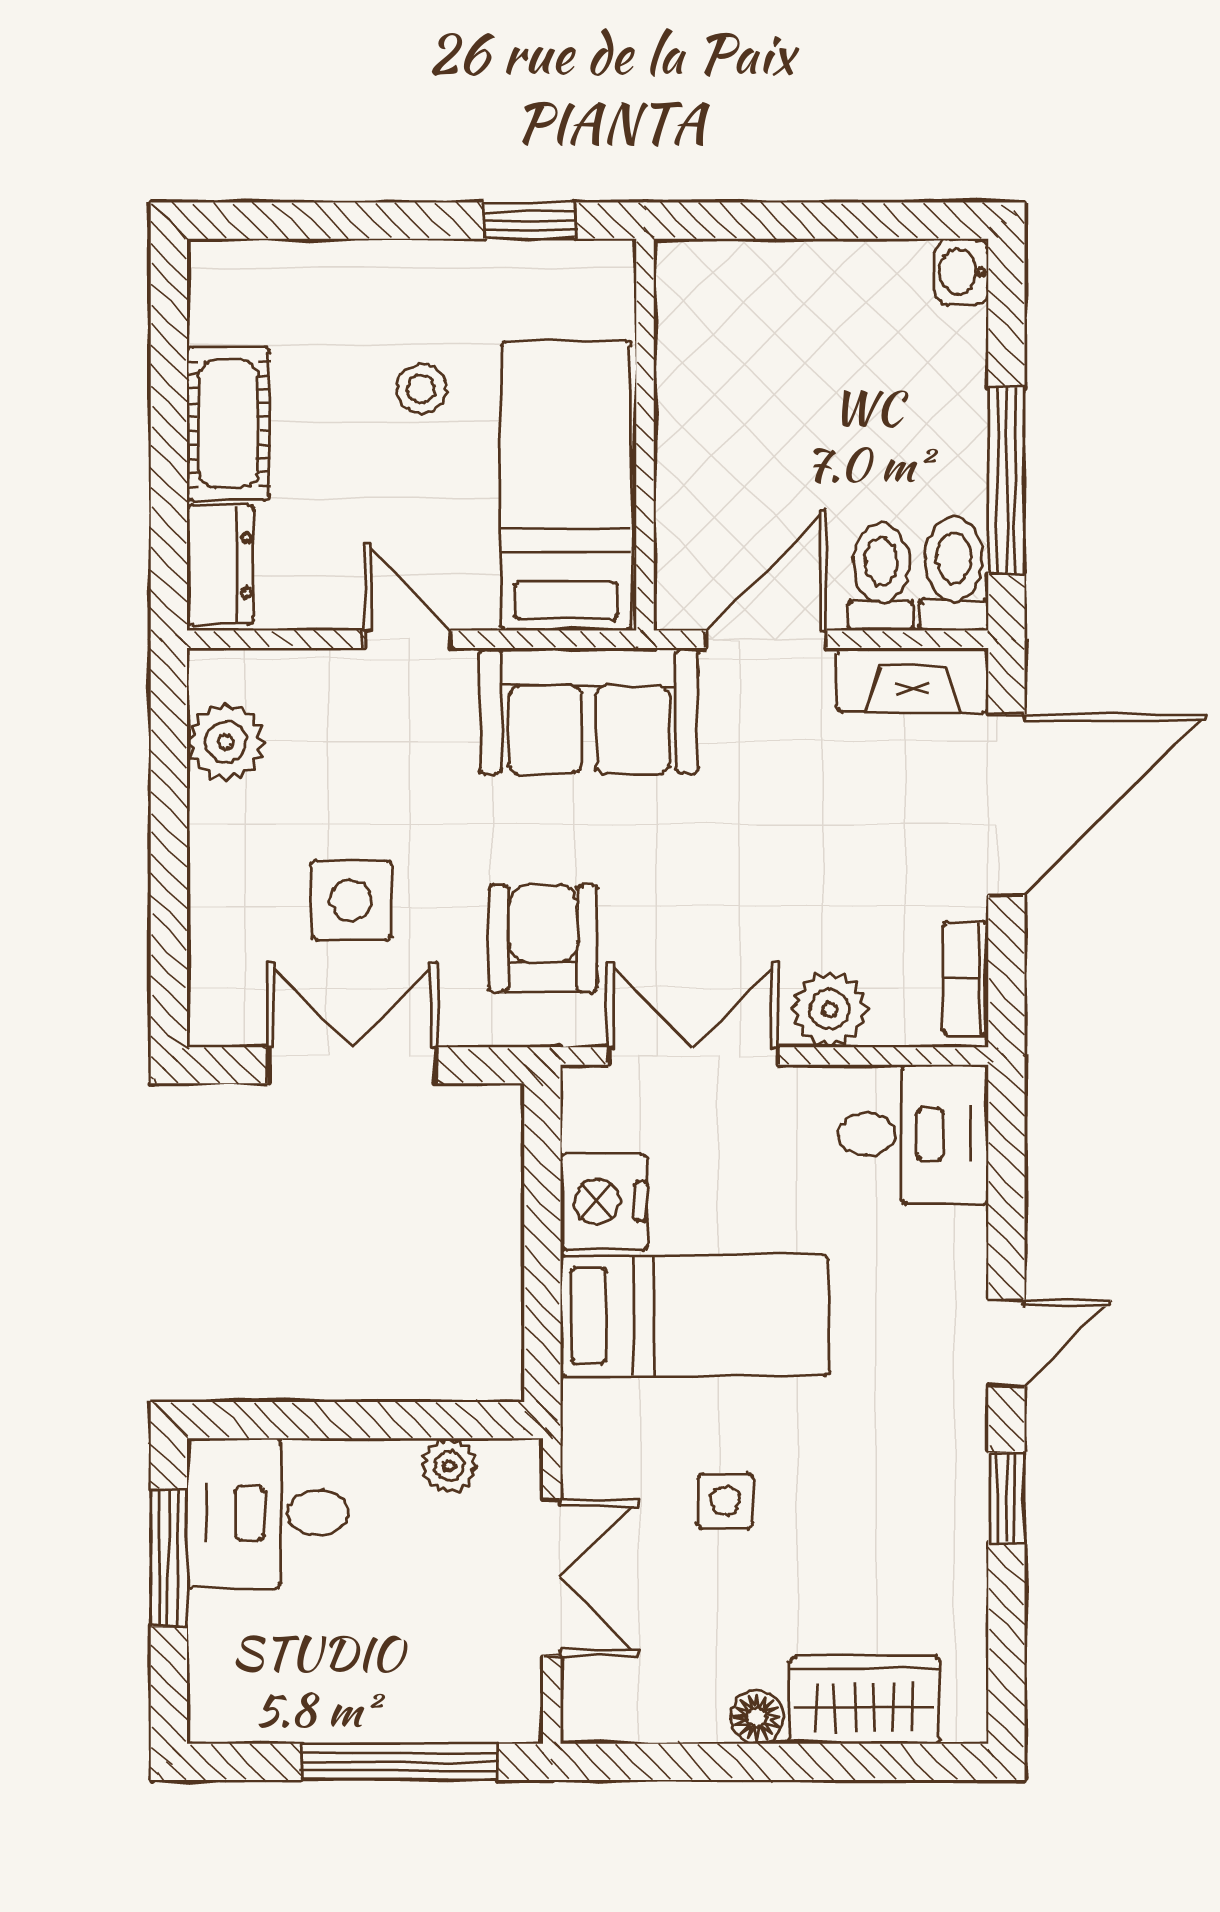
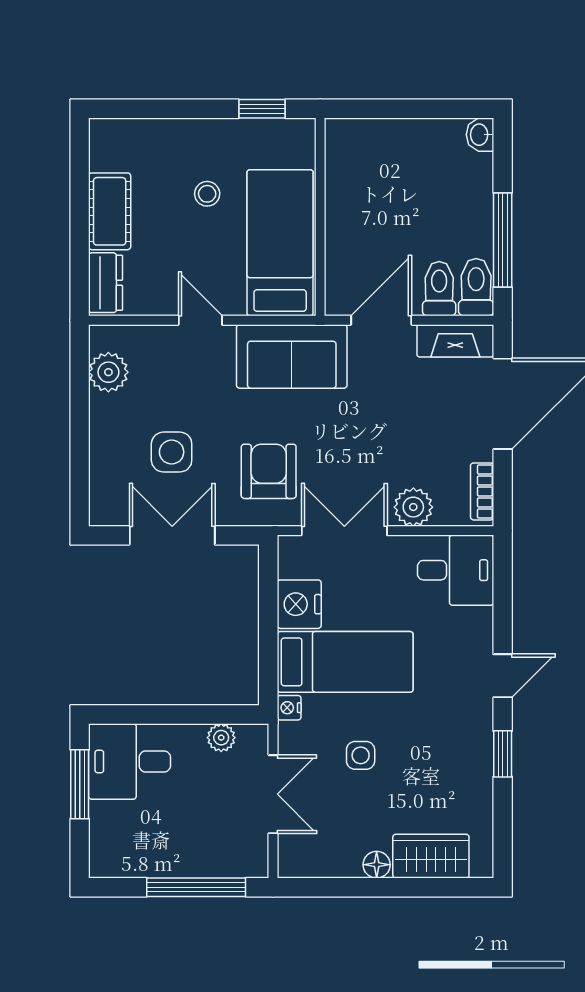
nightstand: (584, 1406) -> (289, 708), added

